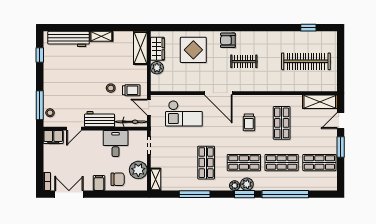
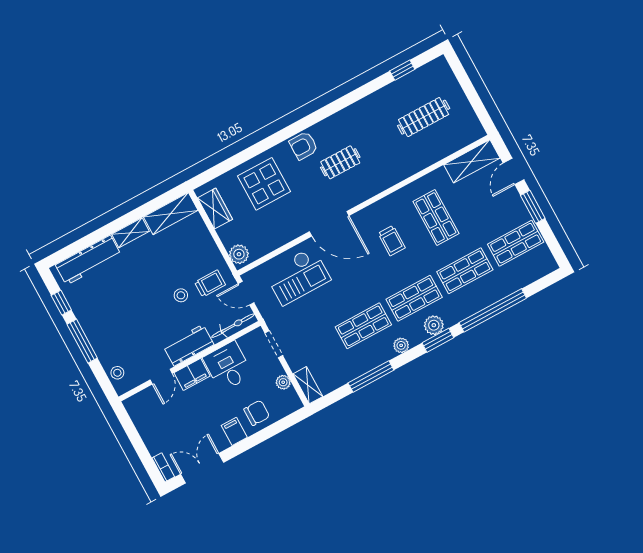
shelving: (140, 48) -> (171, 214), moved, turned 90
clothes rail: (306, 61) -> (424, 117), width x0.73, depth x0.76
plant: (157, 68) -> (239, 254), moved
window: (40, 105) -> (82, 341), moved
filing cabinet: (53, 137) -> (192, 374), moved
shop shelf: (206, 163) -> (363, 326), turned 90
plant: (138, 170) -> (283, 382), width x0.53, depth x0.53
plant: (235, 186) -> (401, 345), moved

